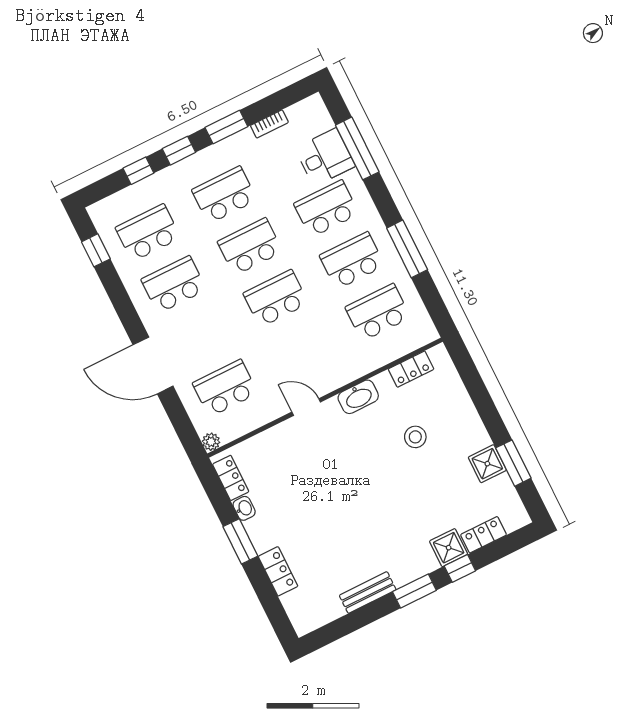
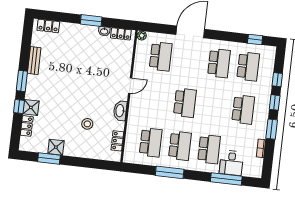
school desk: (250, 247) -> (214, 106), removed
locker: (278, 571) -> (48, 26), moved

